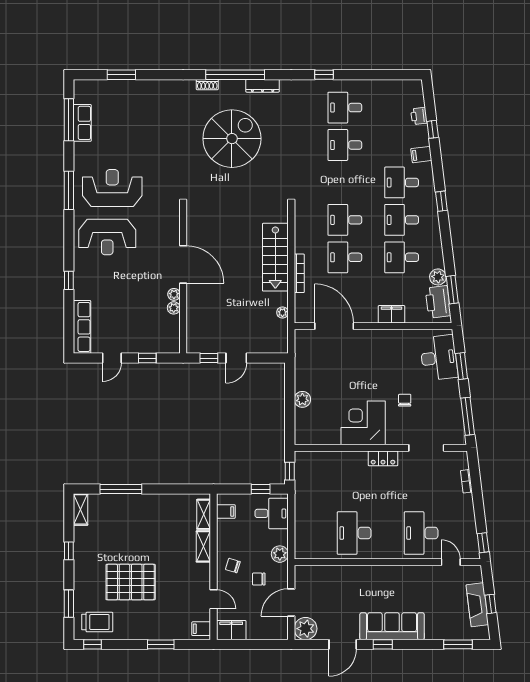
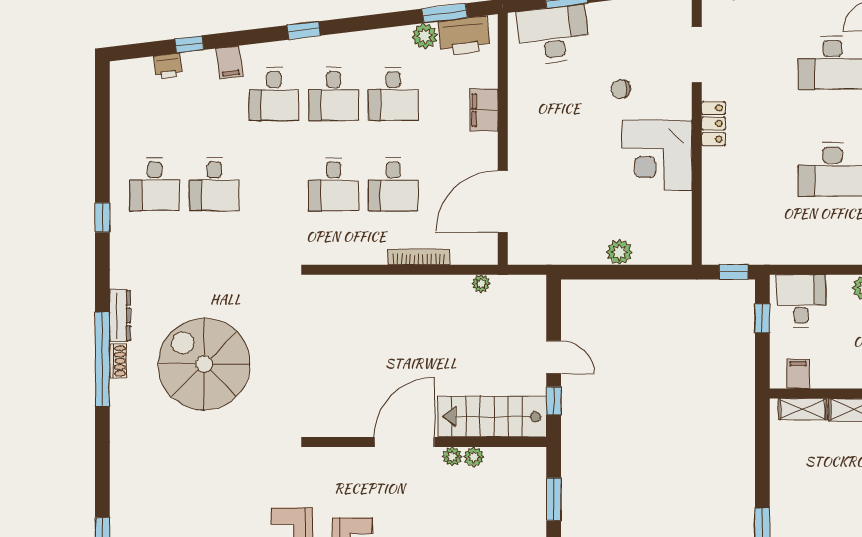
shoe rack: (207, 85) -> (118, 361), moved
stairs: (275, 257) -> (492, 417), moved, turned 180
window: (147, 358) -> (554, 499), width x1.50

